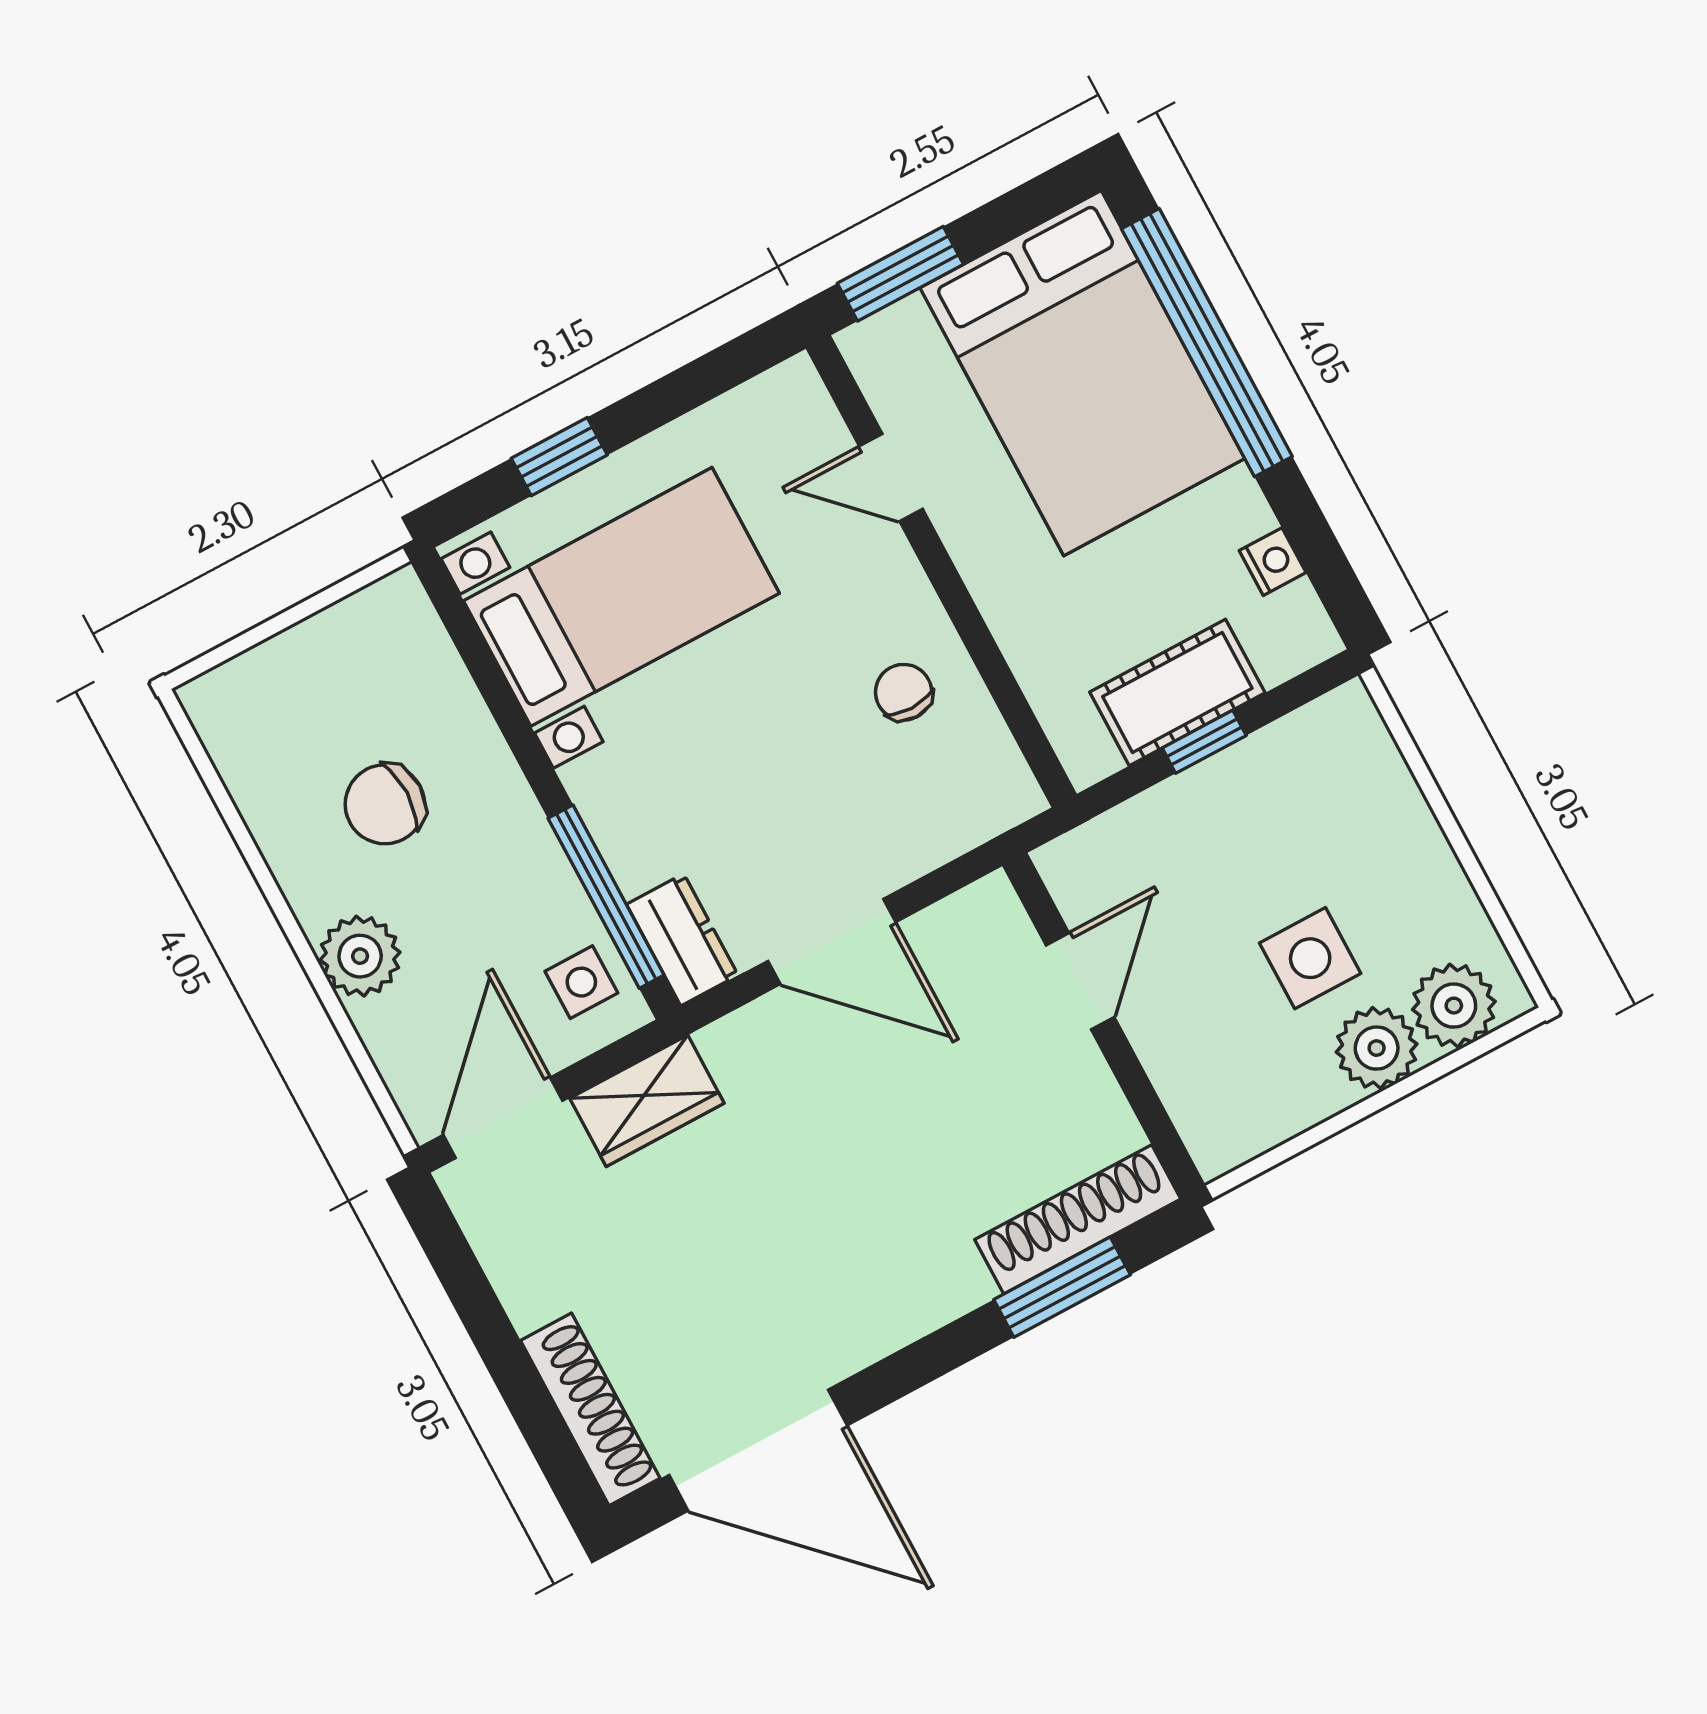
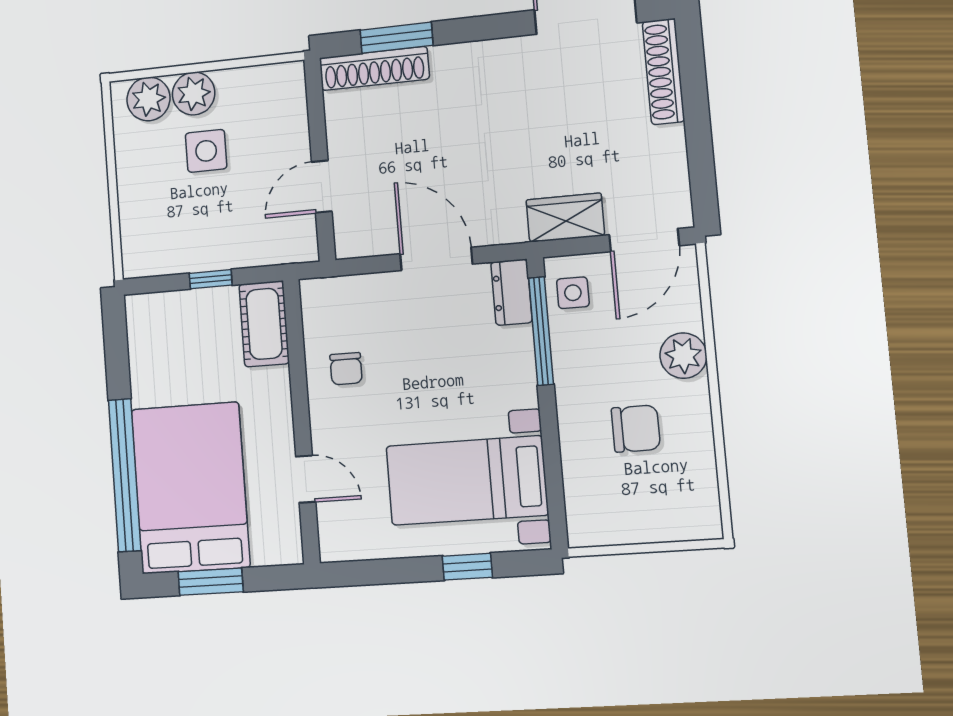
window: (900, 274) -> (211, 582), moved
nightstand: (1273, 562) -> (140, 353), removed
cot: (1177, 692) -> (264, 324), moved, turned 90

